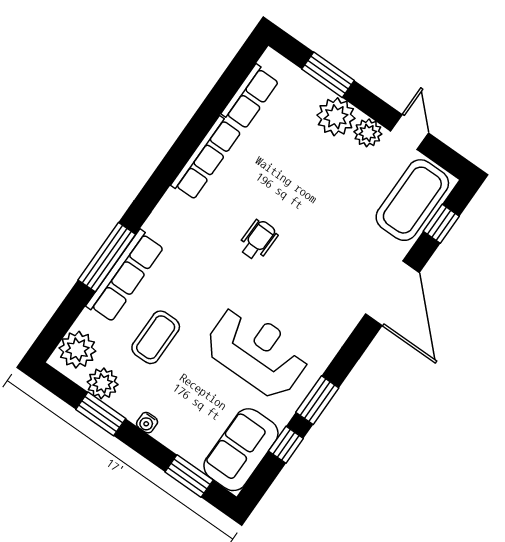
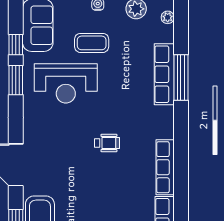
wheelchair: (258, 240) -> (107, 143), turned -91
coffee table: (156, 337) -> (92, 43), moved, turned 90
plant: (77, 350) -> (168, 17), width x0.53, depth x0.53

